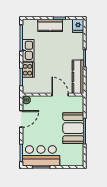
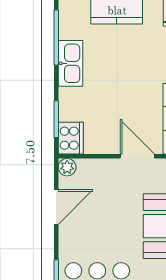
cooker: (28, 70) -> (71, 138), moved

